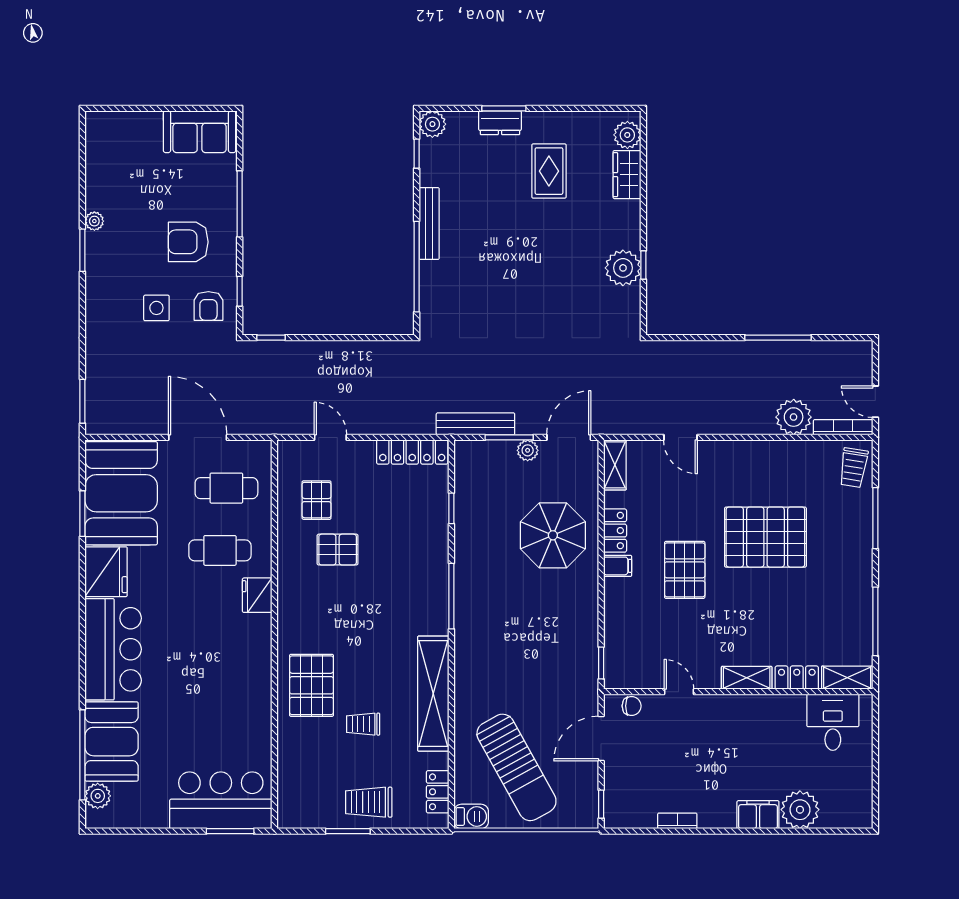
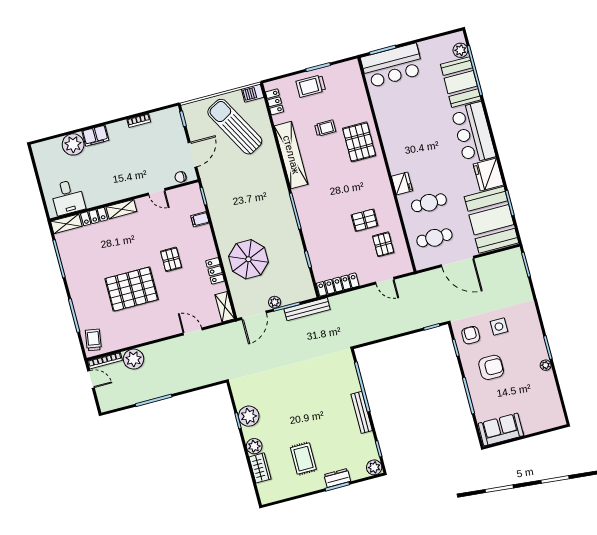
plant: (627, 135) -> (254, 446), moved
filing cabinet: (618, 566) -> (200, 219), moved
pallet: (685, 570) -> (171, 259), width x0.67, depth x0.71
trolley: (369, 802) -> (311, 86), turned 180

